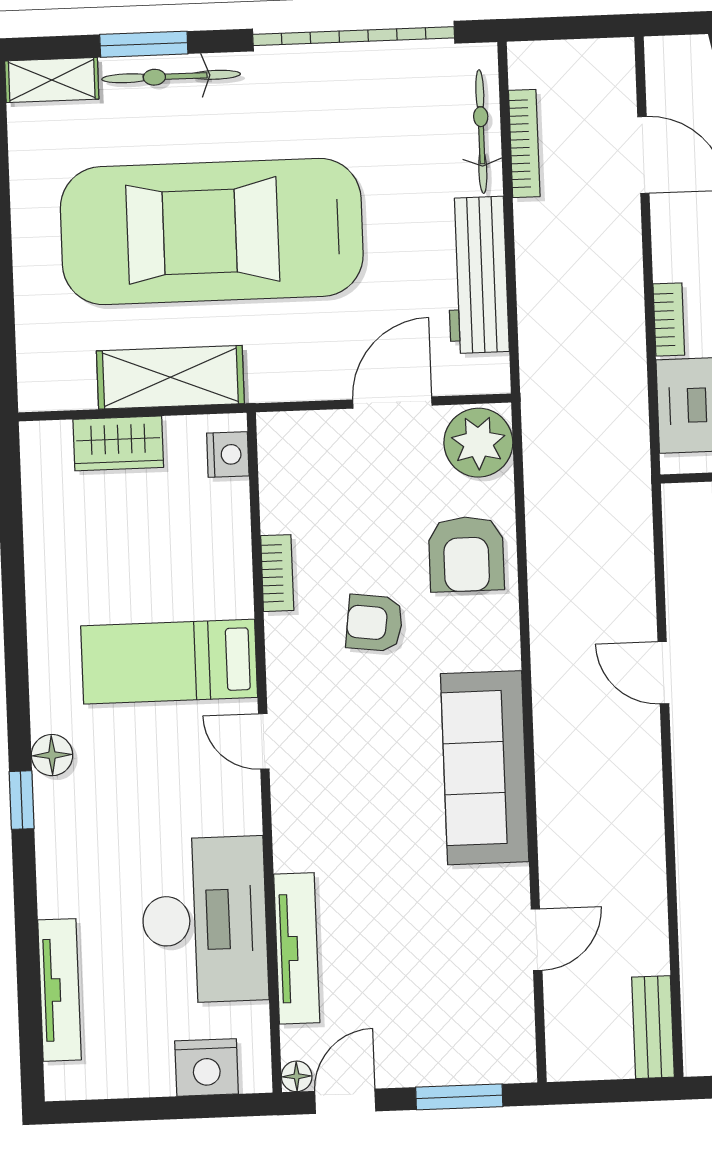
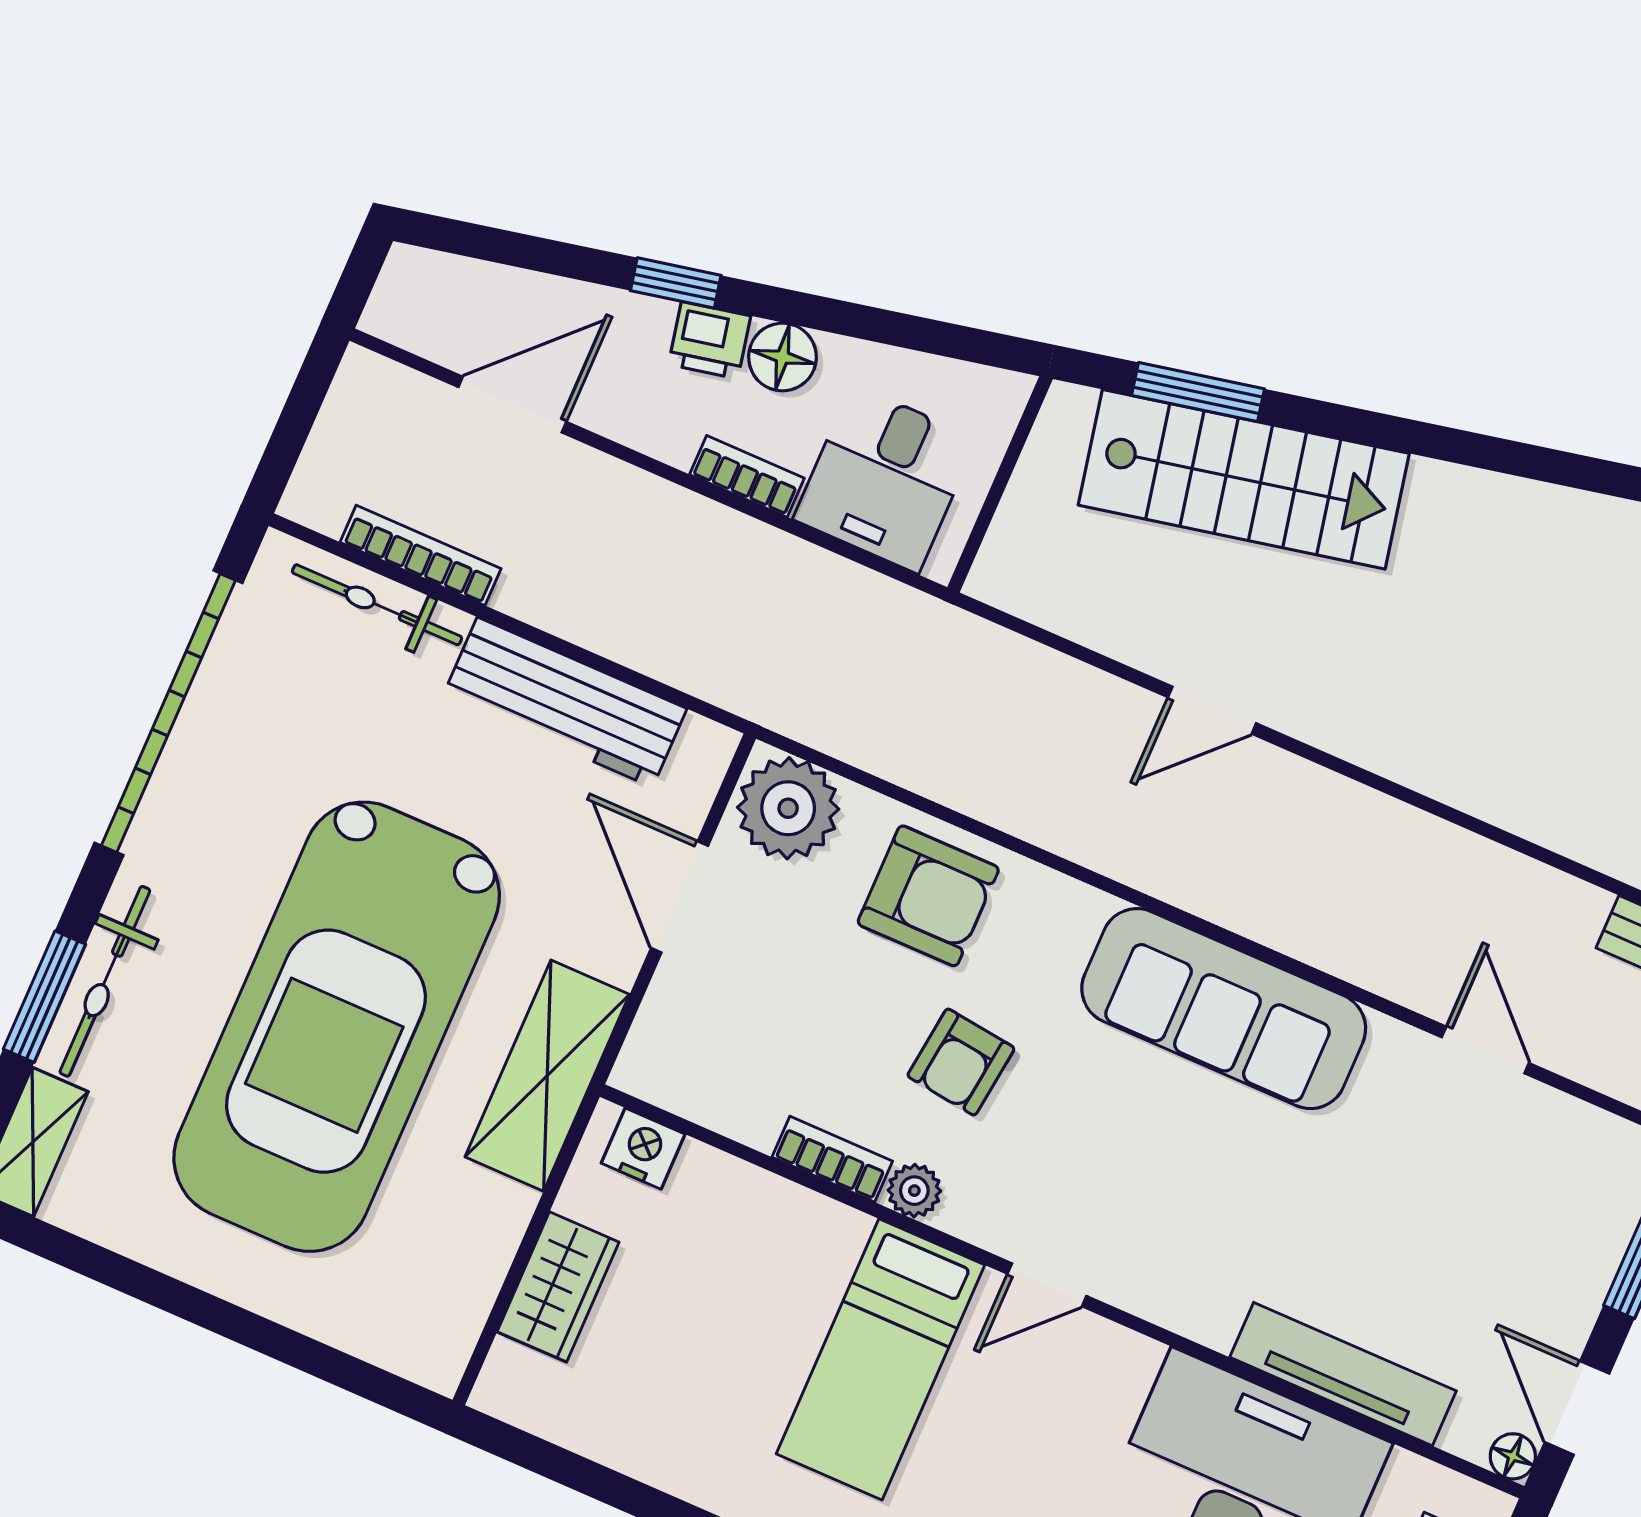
shelving: (170, 377) -> (547, 1076), moved
plant: (282, 633) -> (914, 1191), added

